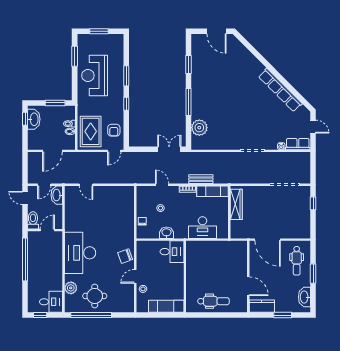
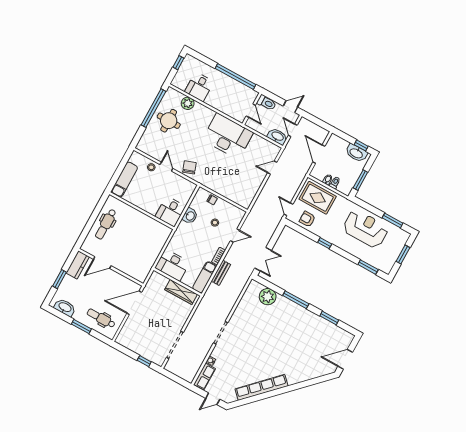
window: (126, 76) -> (368, 267), moved
desk: (202, 228) -> (172, 265), moved, turned -90
desk: (80, 253) -> (228, 136), moved
desk: (51, 302) -> (199, 87), moved

